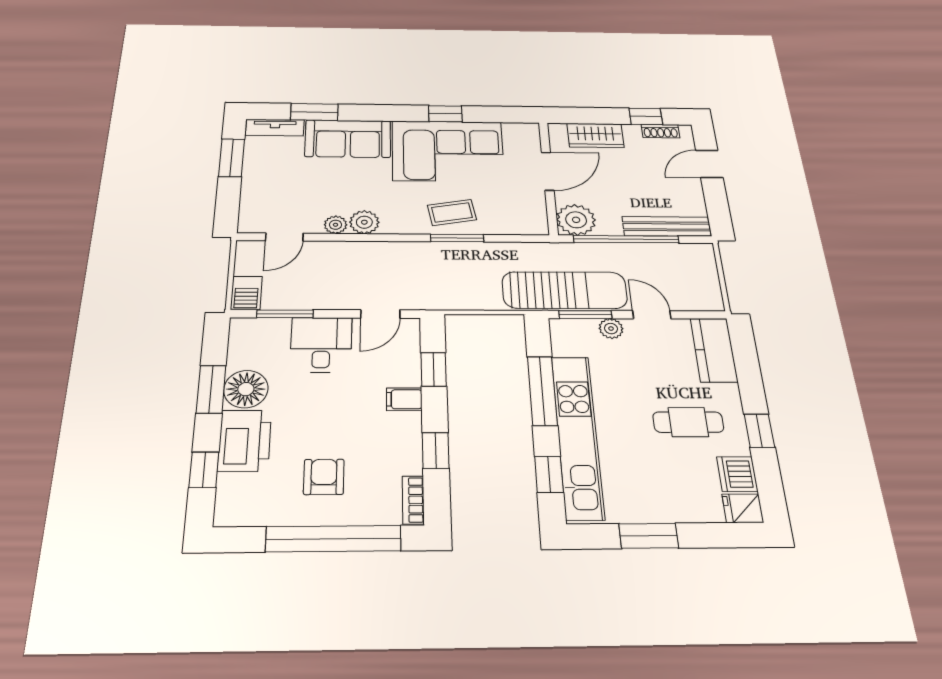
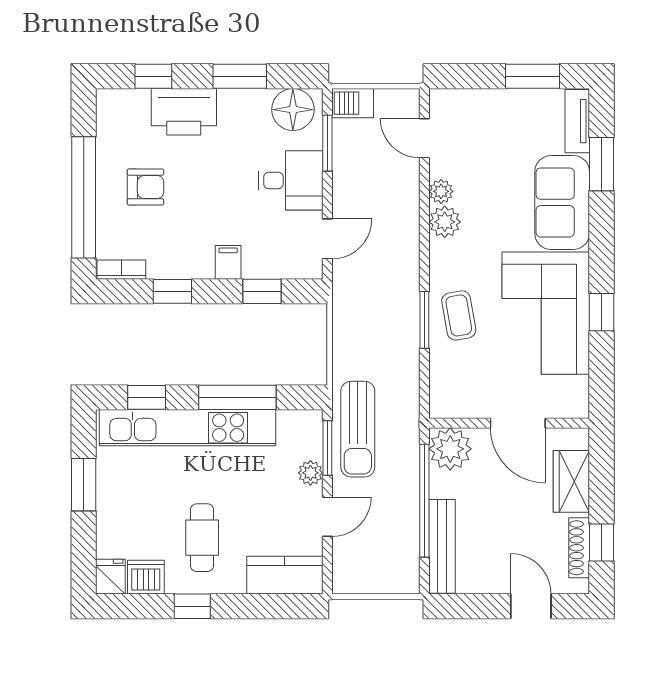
shoe rack: (660, 131) -> (579, 548), width x1.43
sun lounger: (565, 290) -> (358, 429), width x0.73, depth x0.75
door: (380, 314) -> (327, 239), swing flipped
floor lamp: (246, 389) -> (293, 110), moved

